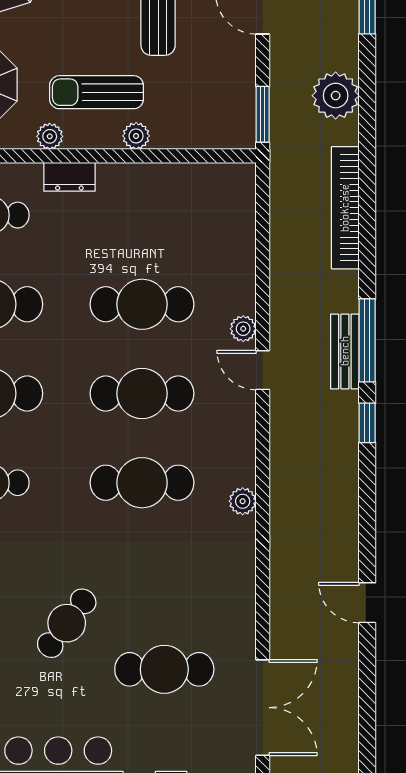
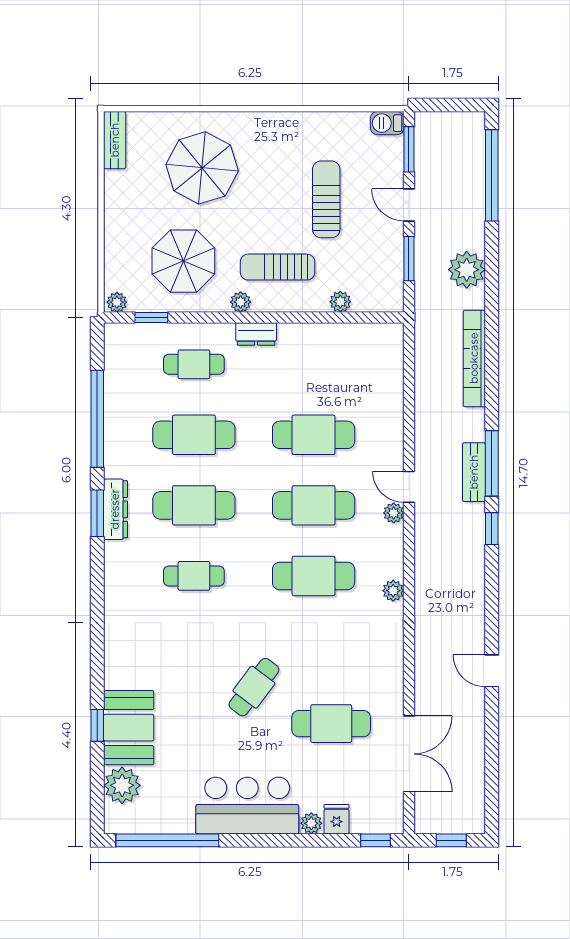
window: (263, 114) -> (409, 259), moved
plant: (136, 136) -> (340, 302), moved
plant: (243, 329) -> (394, 513), moved

